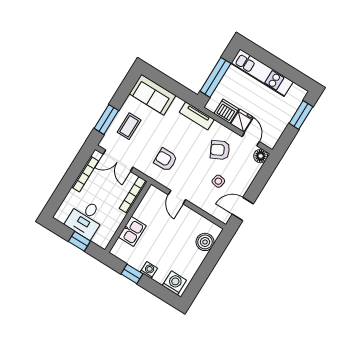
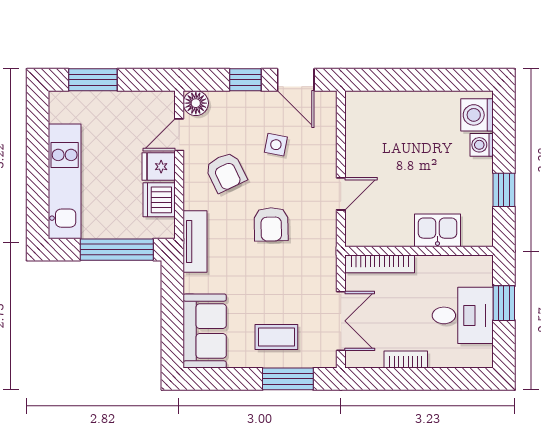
armchair: (166, 160) -> (271, 224), moved
bookcase: (85, 174) -> (406, 360), width x0.64
window: (257, 186) -> (245, 80), added
boiler: (205, 242) -> (384, 107), removed
washing machine: (149, 270) -> (482, 145), moved

